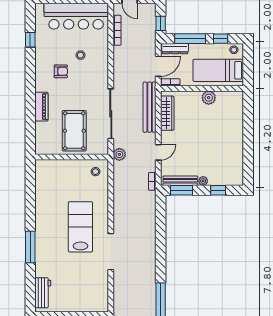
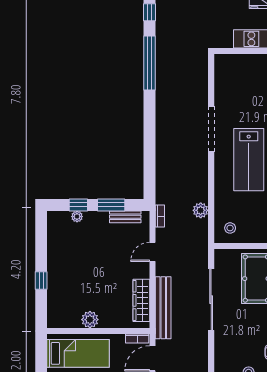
window: (248, 129) -> (41, 281), added
plant: (119, 154) -> (201, 210), moved
bench: (180, 181) -> (125, 217), width x0.73
plant: (203, 181) -> (77, 217), moved
window: (181, 190) -> (111, 205), moved

